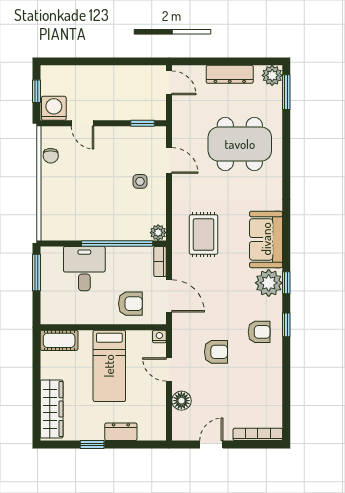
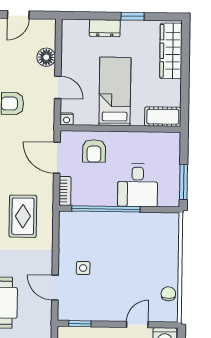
door: (83, 123) -> (137, 324), hinge flipped
plant: (158, 233) -> (66, 219), removed
armchair: (130, 304) -> (94, 151), turned -90

